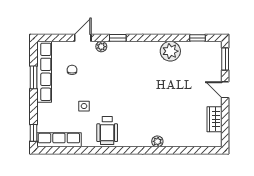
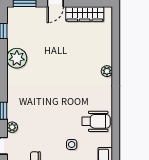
wardrobe: (215, 119) -> (85, 14), width x1.50

